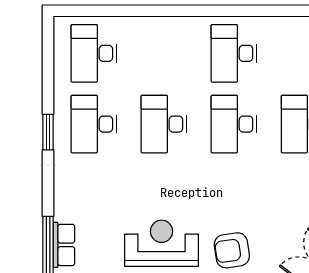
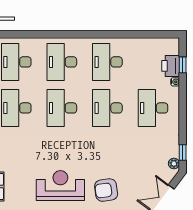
desk: (164, 53) -> (62, 62), added

